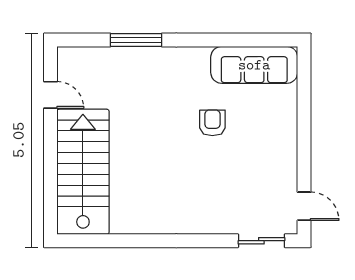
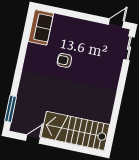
window: (136, 40) -> (11, 109), moved
sofa: (254, 65) -> (41, 27), width x0.73

